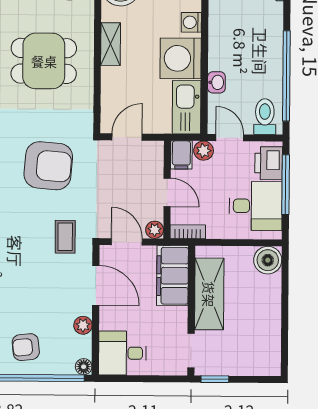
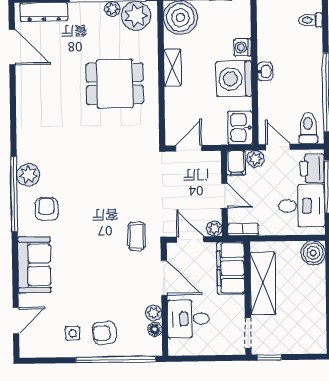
washbasin: (216, 82) -> (265, 71), moved
kitchen sink: (187, 107) -> (240, 128), width x0.73
armchair: (48, 166) -> (121, 175), removed
desk: (122, 353) -> (188, 319), moved
floor lamp: (84, 367) -> (155, 329), moved

